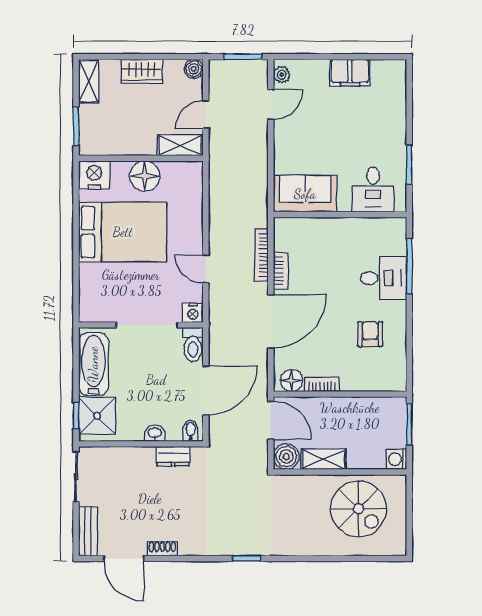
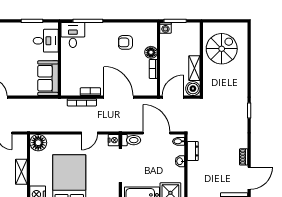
shelving: (180, 145) -> (21, 172), moved
floor lamp: (145, 176) -> (38, 143), moved
desk: (384, 278) -> (73, 35), moved
floor lamp: (292, 380) -> (151, 52), moved
washing machine: (397, 459) -> (165, 28), moved

